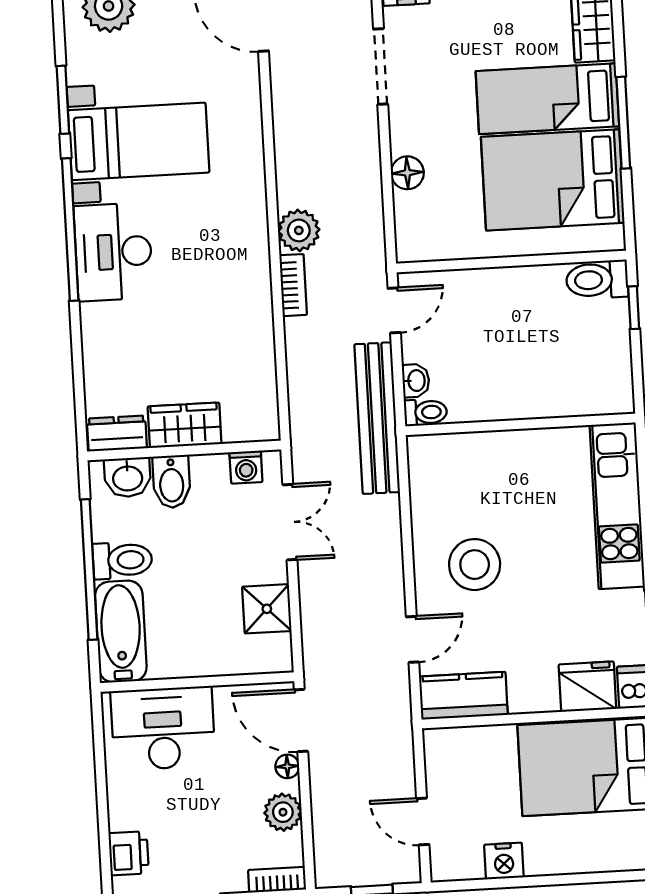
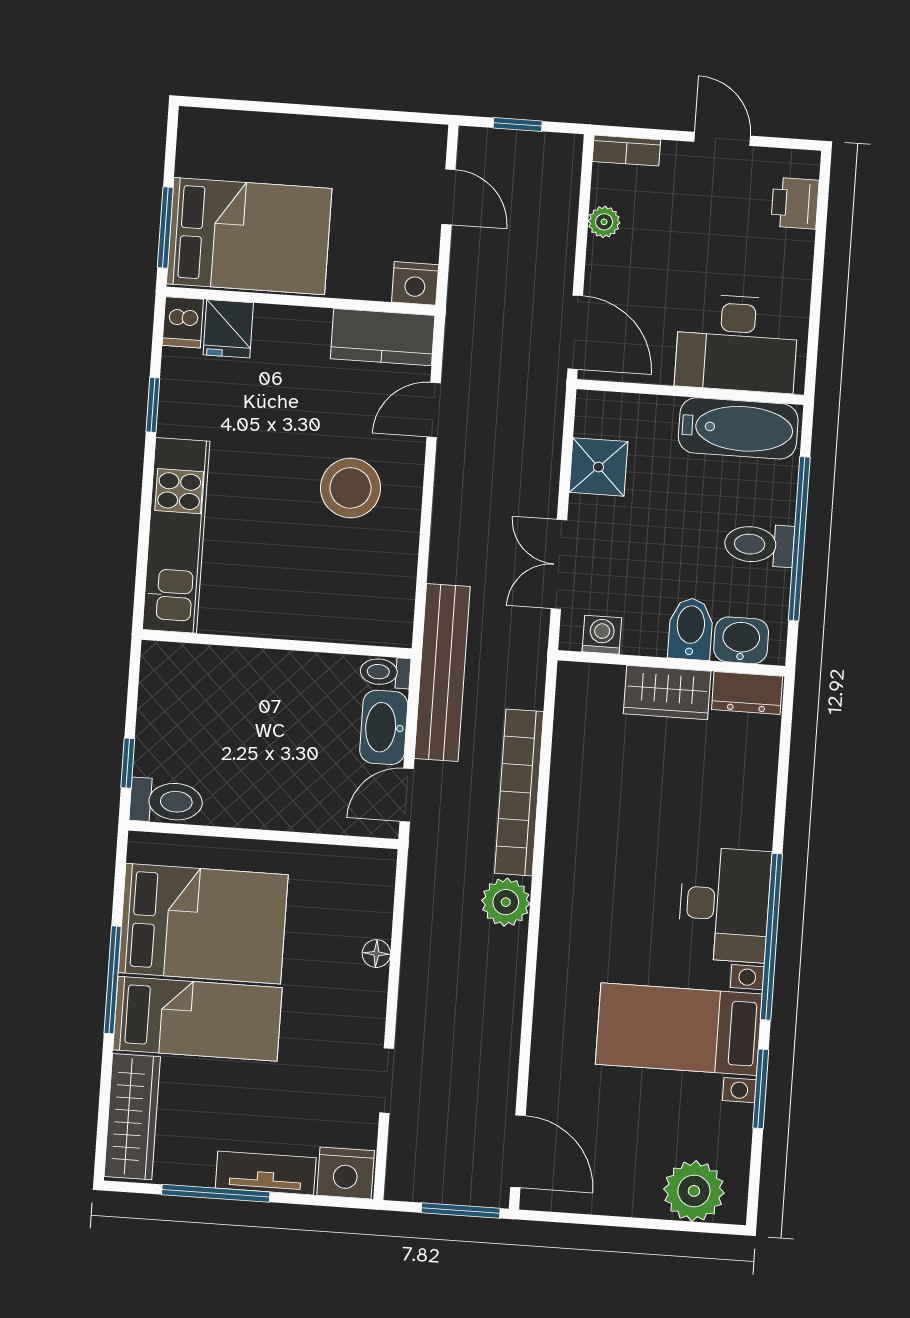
doorway: (381, 67) -> (387, 1081), width x0.73
floor lamp: (407, 173) -> (376, 954), width x0.73, depth x0.73
bookcase: (293, 285) -> (519, 792), width x2.31, depth x1.31
washbasin: (416, 381) -> (384, 727), width x1.91, depth x1.45
bathtub: (121, 632) -> (738, 428), moved, turned -90
fridge: (587, 687) -> (228, 329), width x0.72
floor lamp: (287, 766) -> (598, 281), removed
plant: (283, 812) -> (604, 222), width x0.73, depth x0.73
nightstand: (504, 861) -> (415, 283), moved, turned 180

